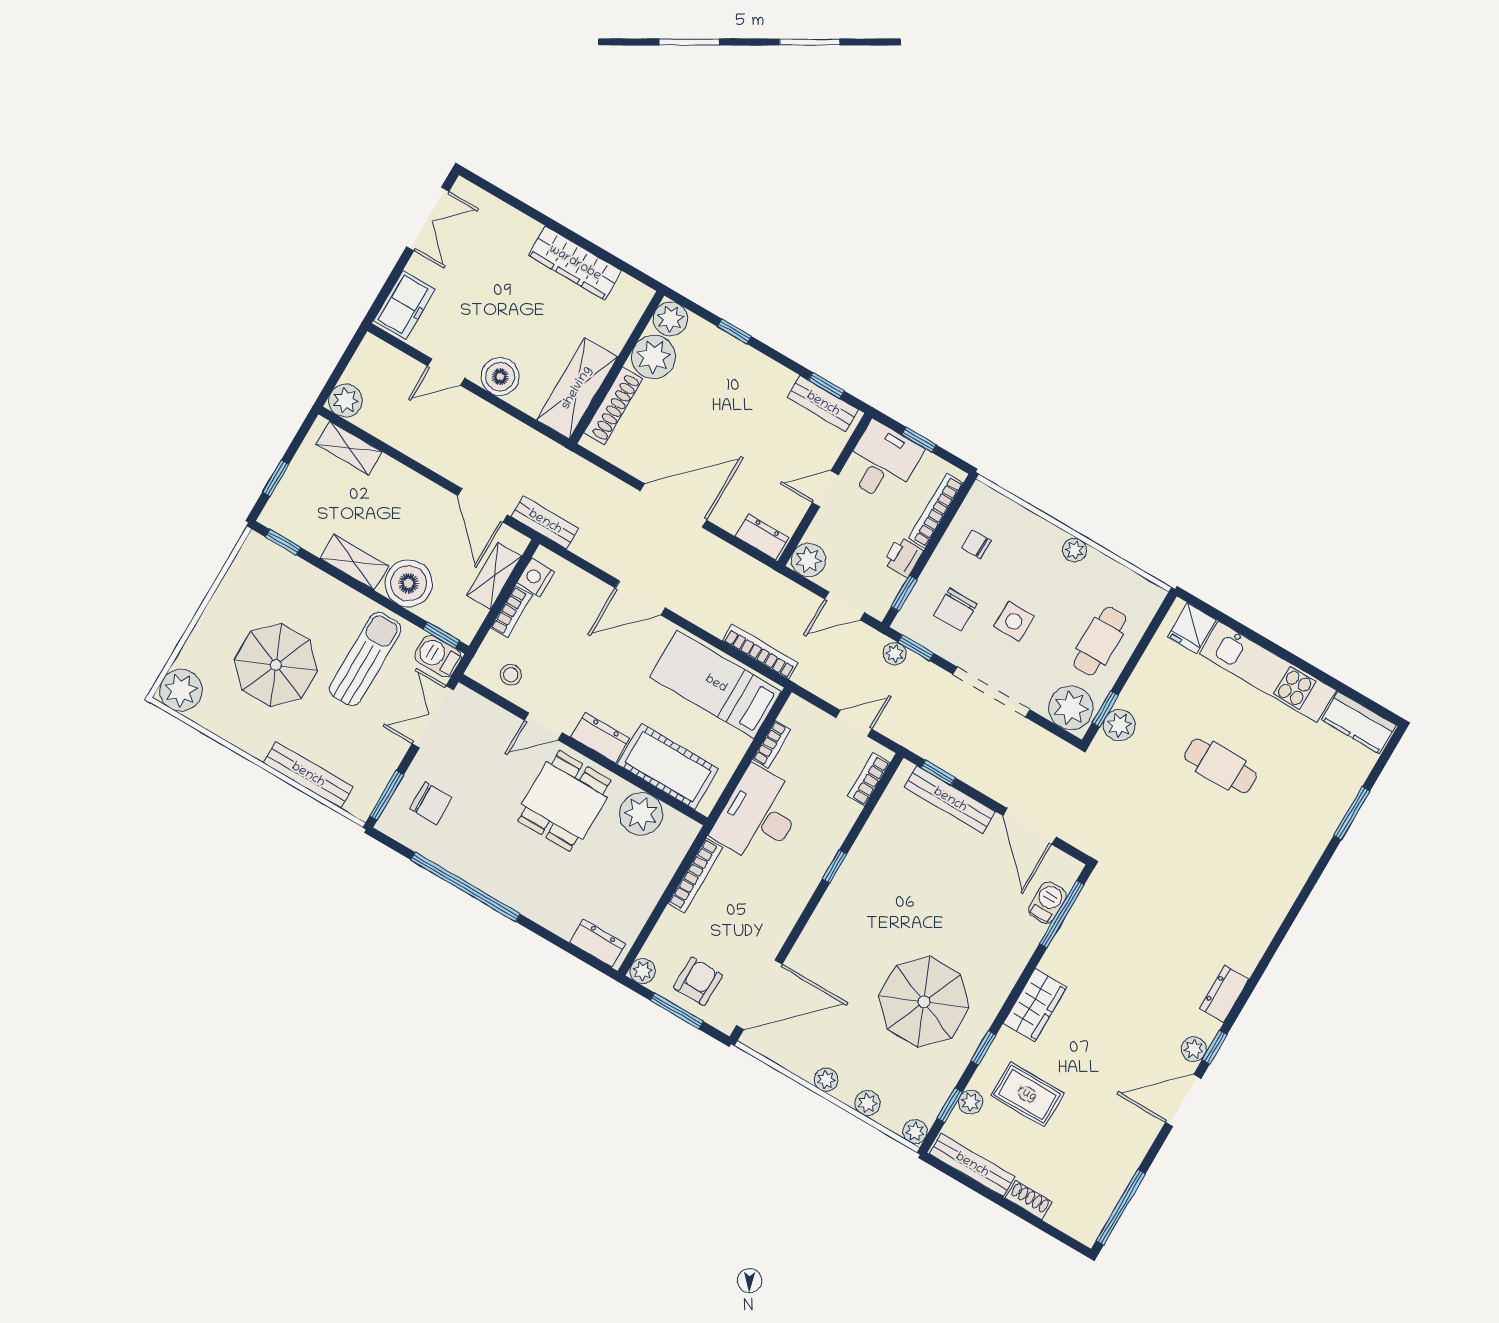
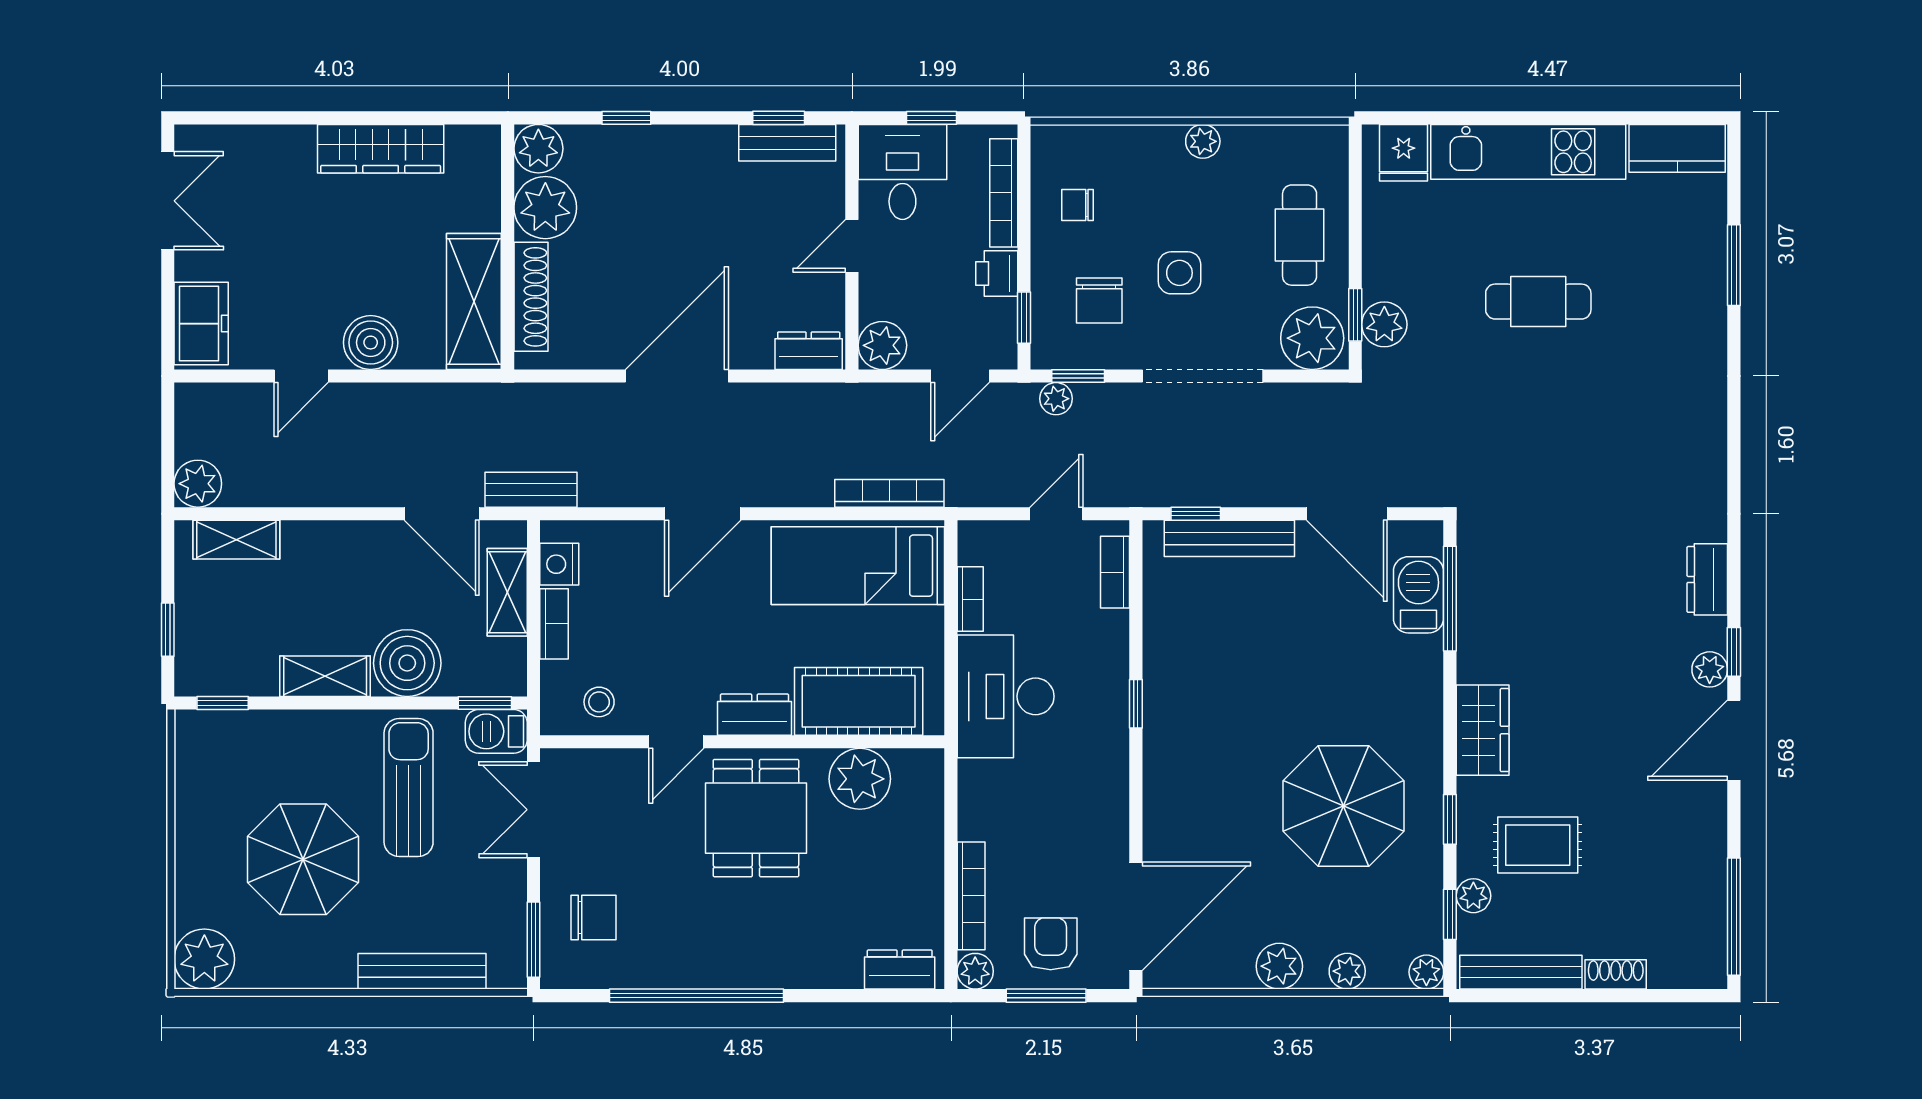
bookcase: (695, 875) -> (971, 896), moved
barbecue: (1047, 903) -> (1418, 595), width x1.38, depth x1.27
plant: (826, 1080) -> (1279, 966), width x1.38, depth x1.38

